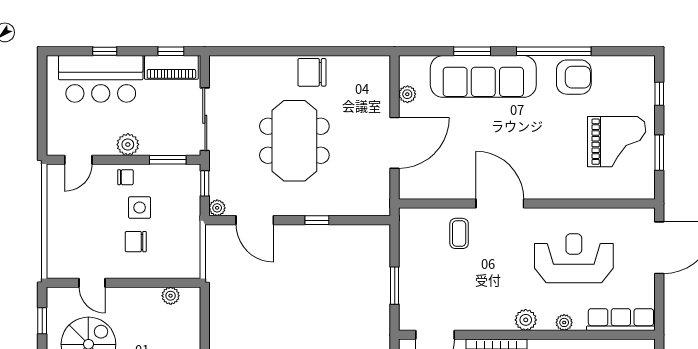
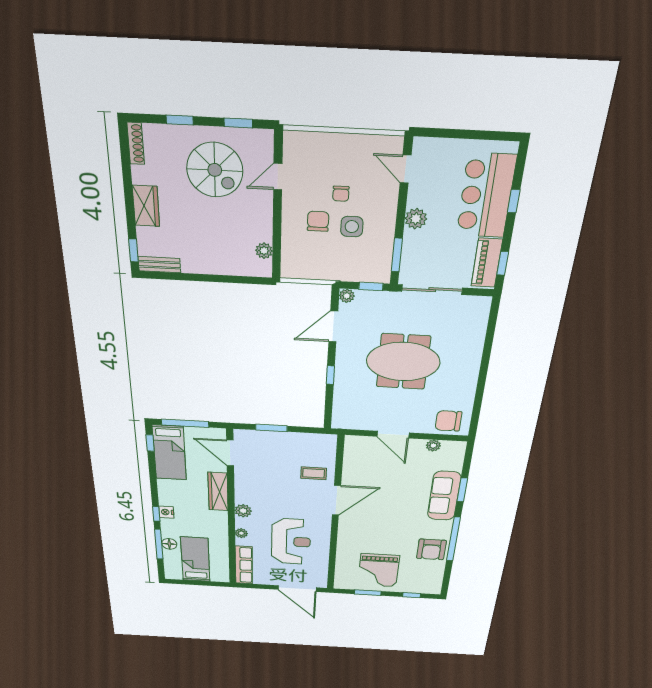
chair: (312, 72) -> (448, 421), moved, turned -90
sofa: (483, 76) -> (444, 496), width x0.74, depth x0.79
door: (395, 143) -> (393, 435), width x0.73
chair: (125, 177) -> (341, 194), moved

